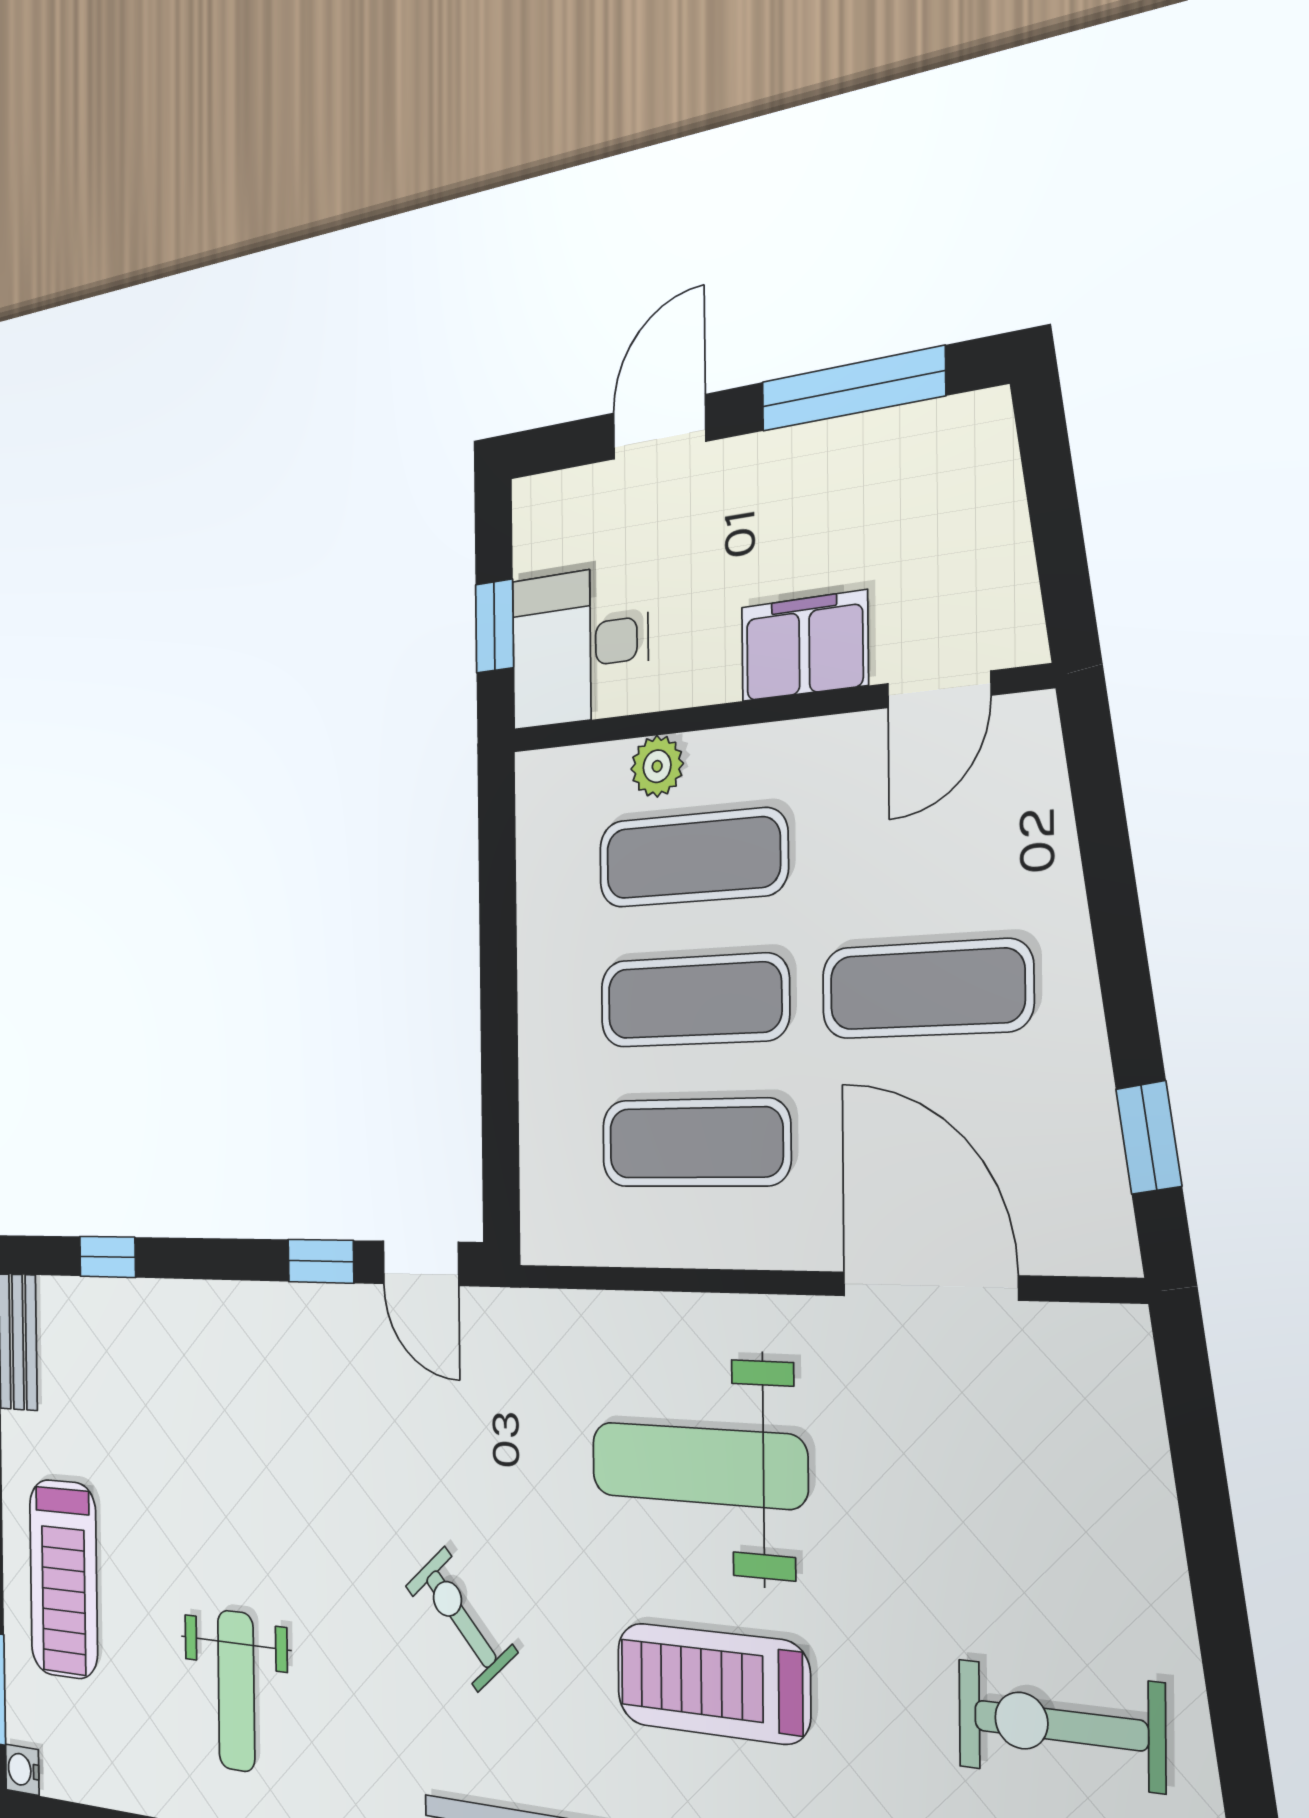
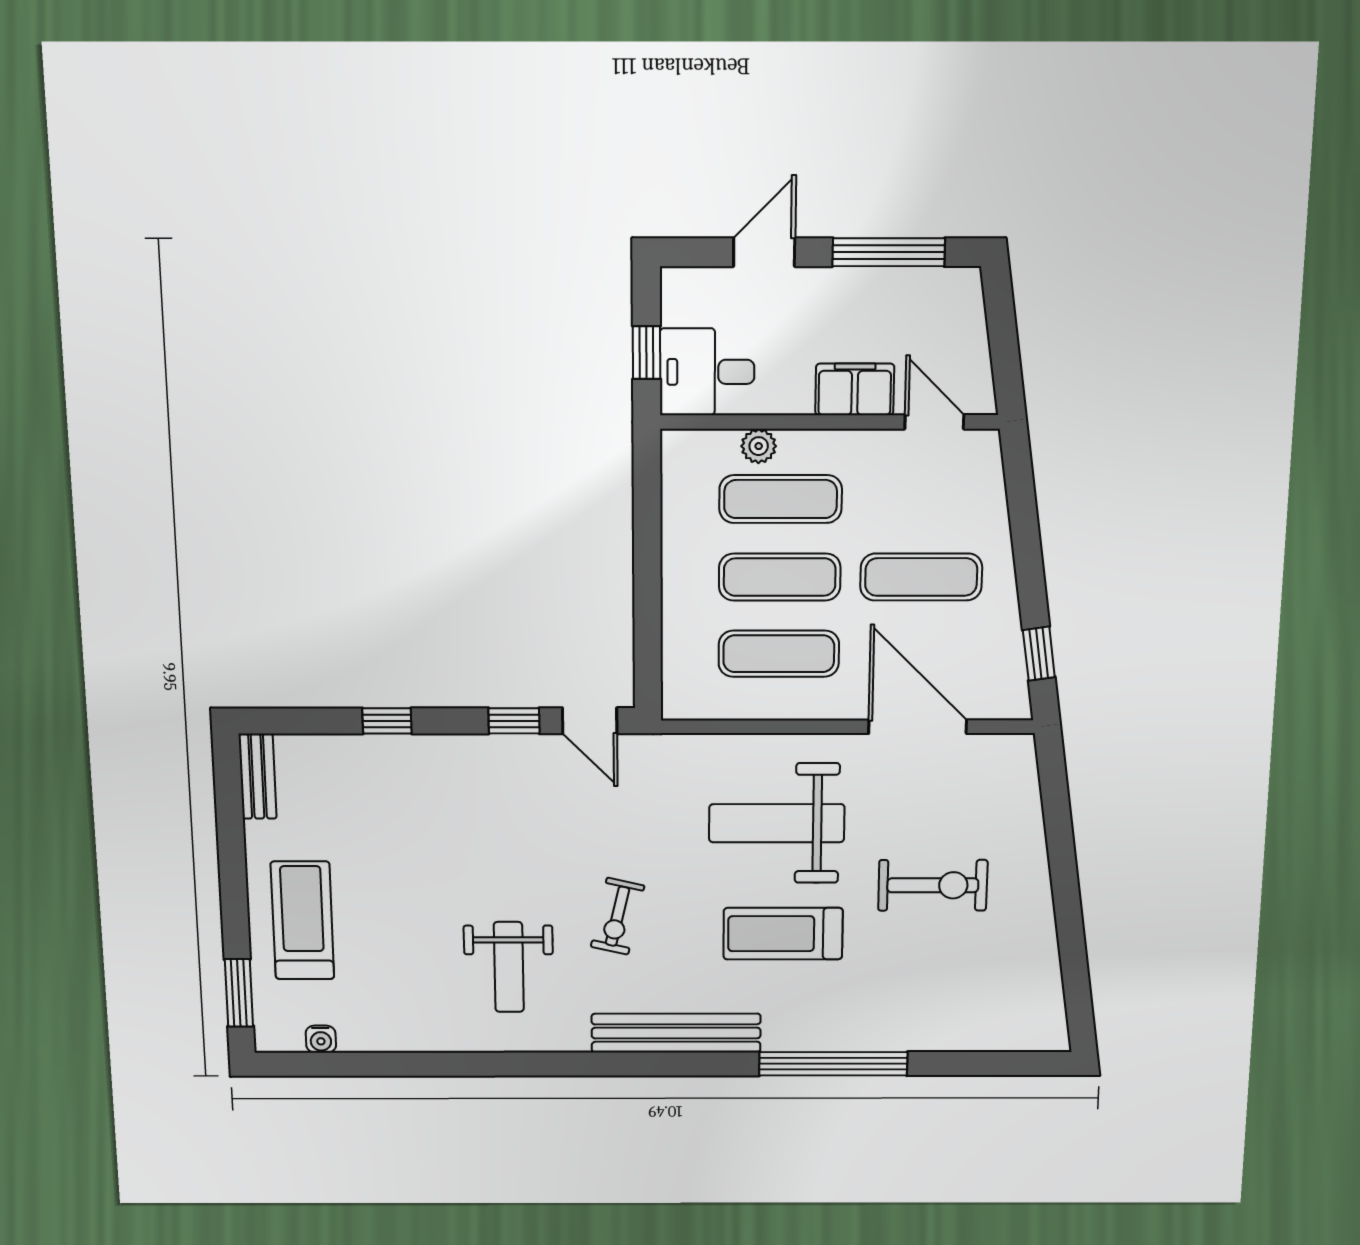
door: (939, 689) -> (934, 422), swing flipped
window: (107, 1257) -> (387, 721), moved
treadmill: (63, 1579) -> (302, 920), turned 180
exercise bike: (461, 1619) -> (617, 916), turned -125
weight bench: (236, 1691) -> (509, 967), moved
exercise bike: (1060, 1725) -> (933, 885), moved, turned 180
water cooler: (22, 1770) -> (321, 1039), moved, turned -90

